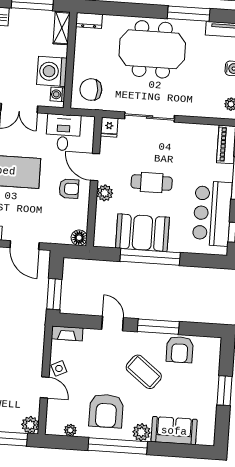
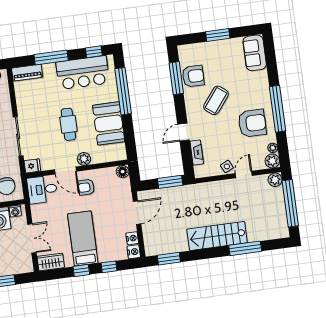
desk: (63, 132) -> (42, 189), moved
door: (95, 167) -> (65, 170), hinge flipped
armchair: (69, 189) -> (86, 187), turned -90
window: (150, 257) -> (123, 91), moved
window: (158, 327) -> (176, 78), moved
fireplace: (67, 333) -> (197, 153), moved
sofa: (174, 431) -> (255, 53), moved
plant: (141, 432) -> (272, 161), moved

